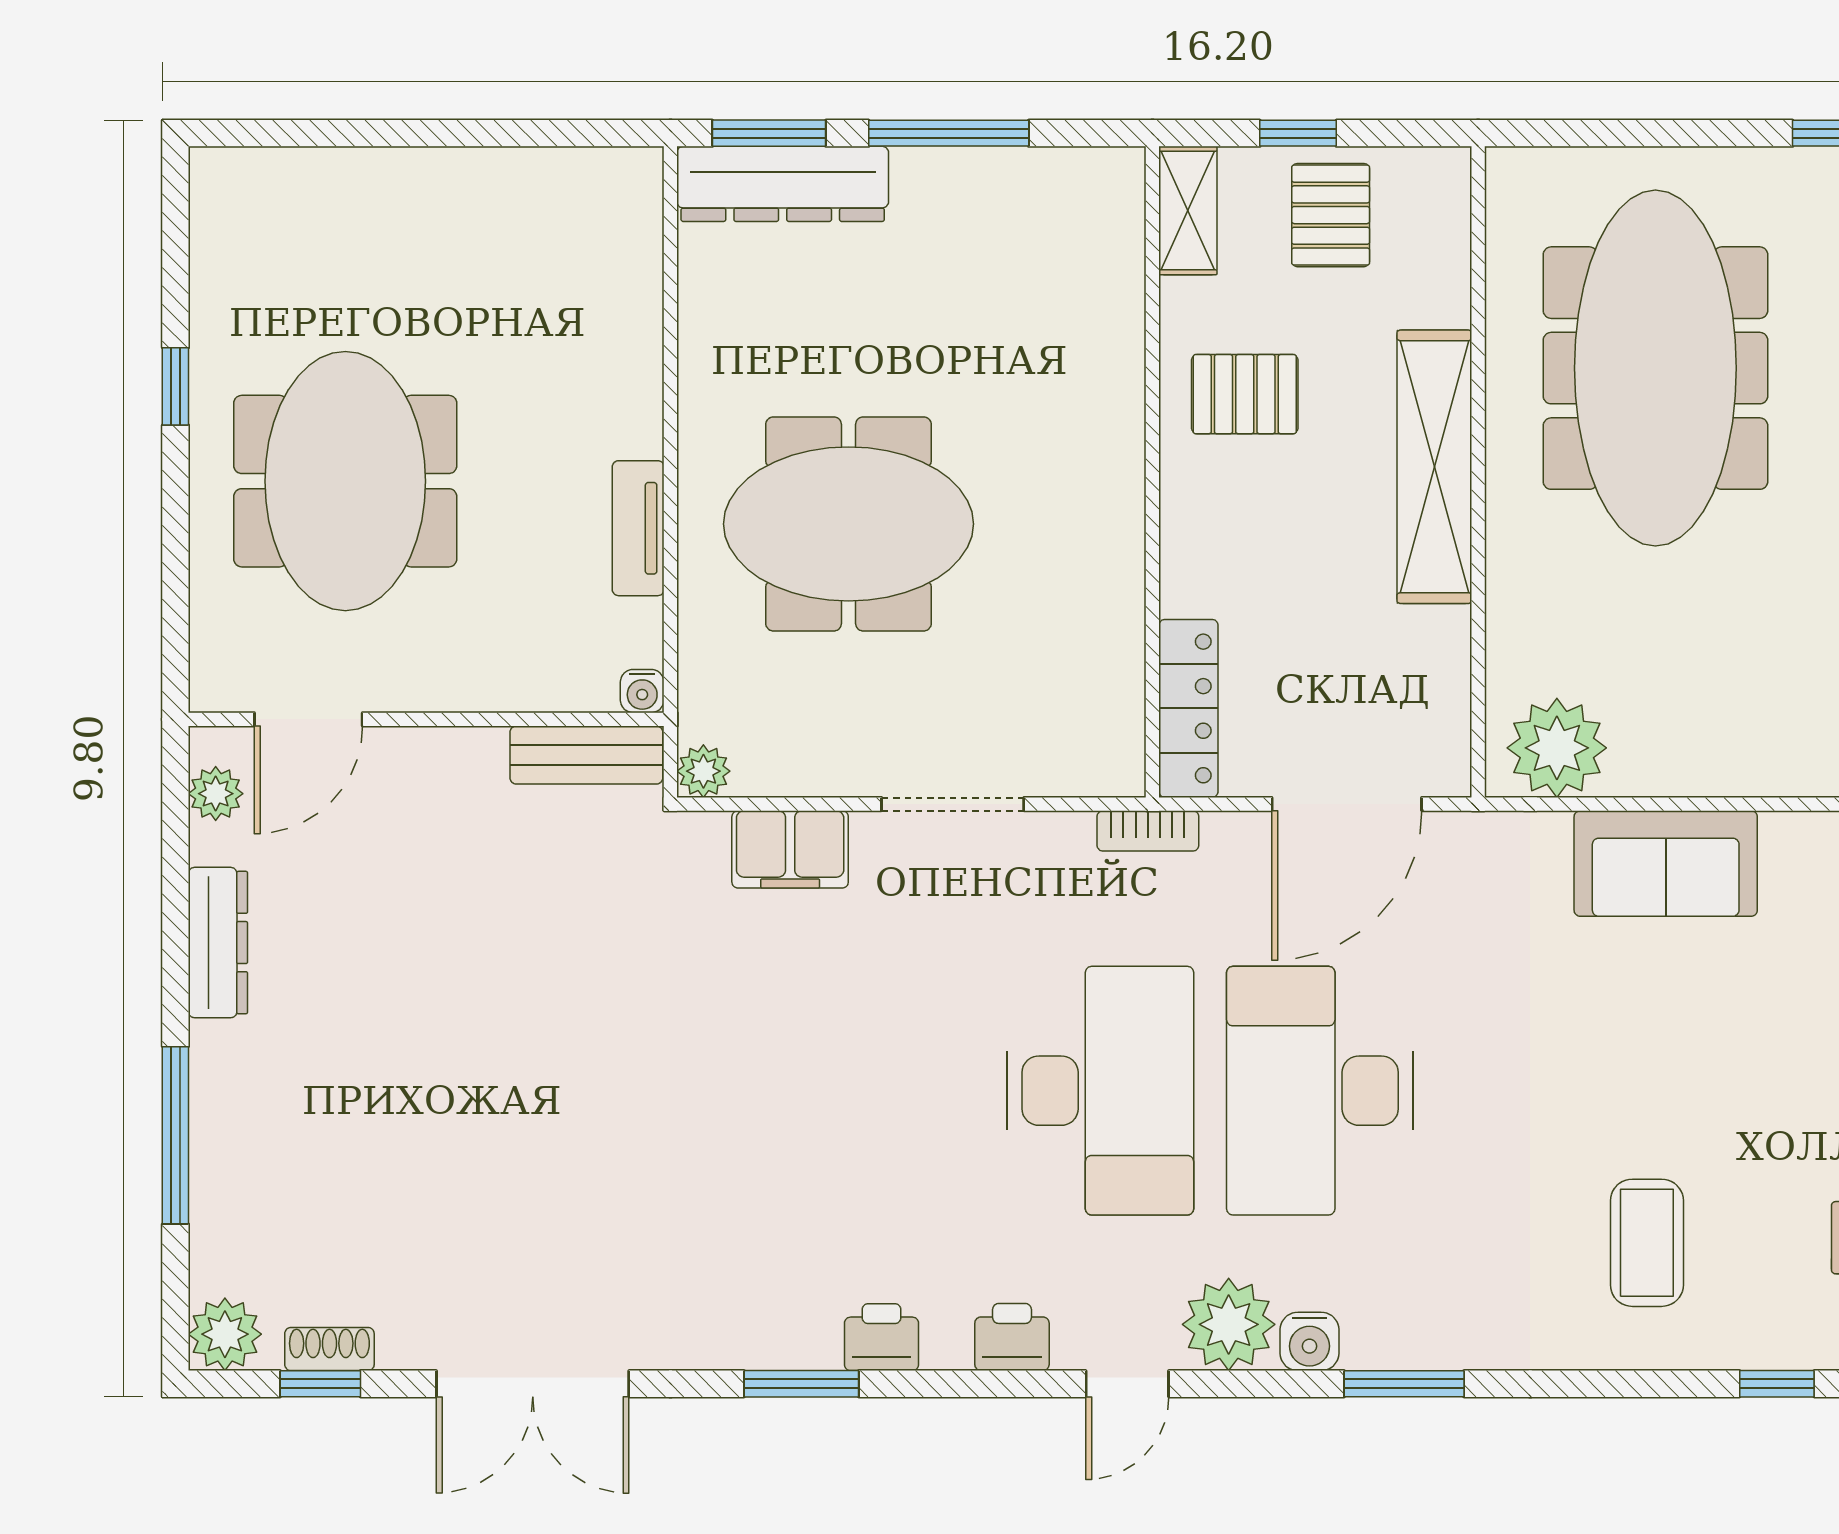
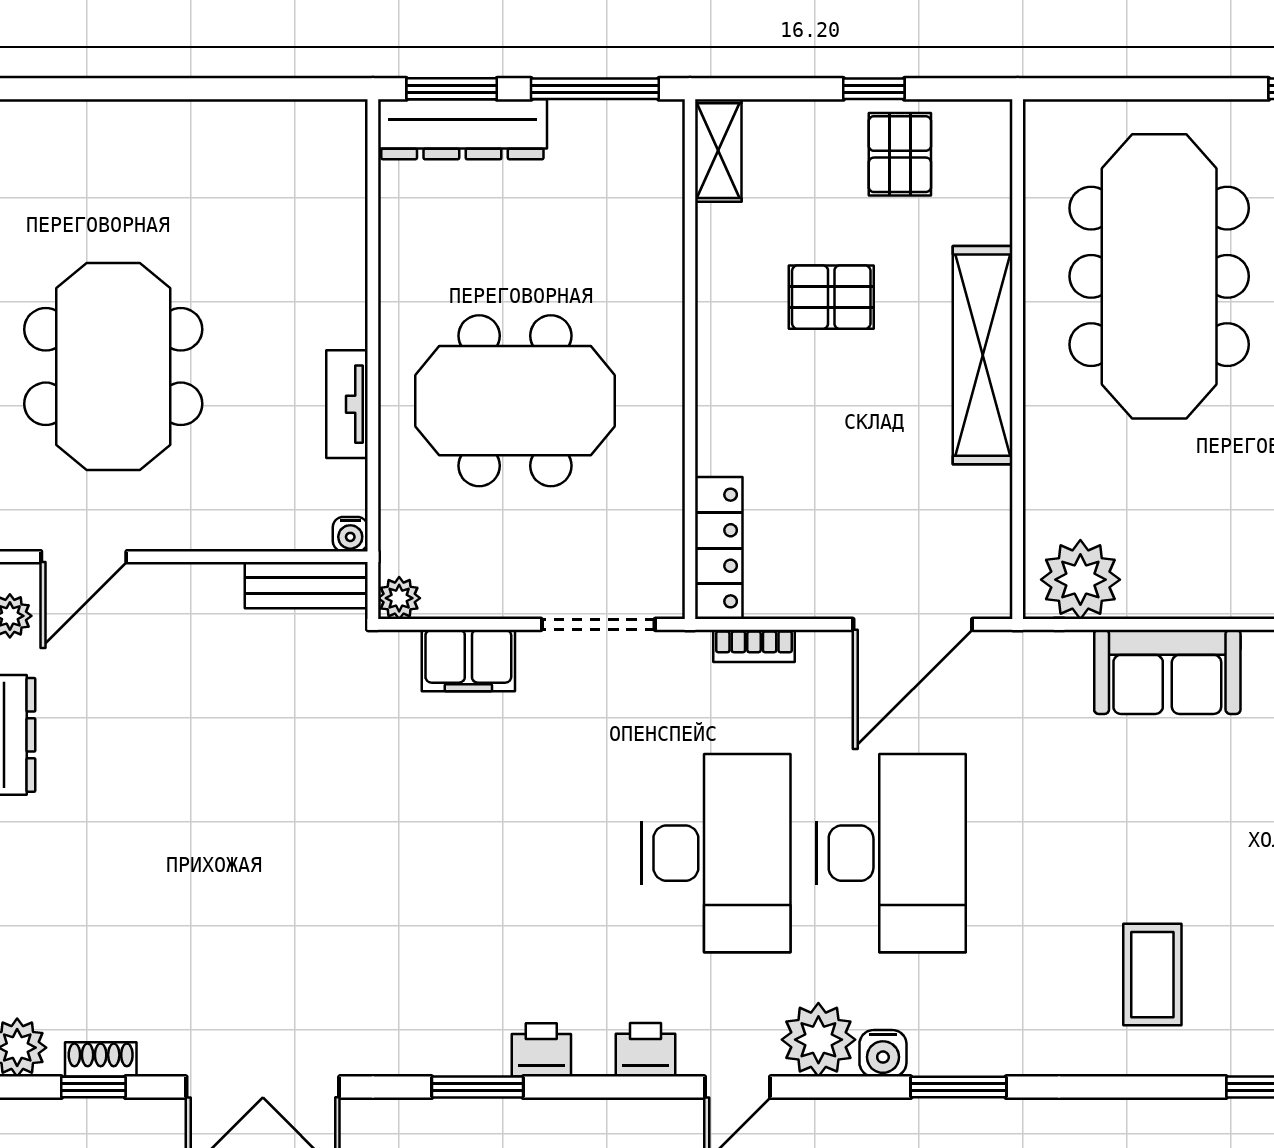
shelving: (1188, 211) -> (718, 151), moved
wall: (1152, 472) -> (690, 359), moved
locker: (1188, 708) -> (719, 548), moved
desk: (1320, 1091) -> (891, 853), turned 180

